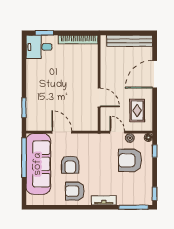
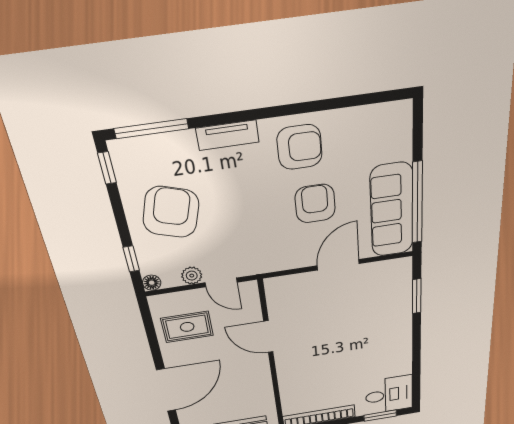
rug: (137, 111) -> (187, 327), turned 90
door: (62, 132) -> (338, 265), swing flipped
armchair: (130, 160) -> (171, 212), moved, turned -73
sofa: (38, 164) -> (392, 210), width x0.74, depth x0.79

